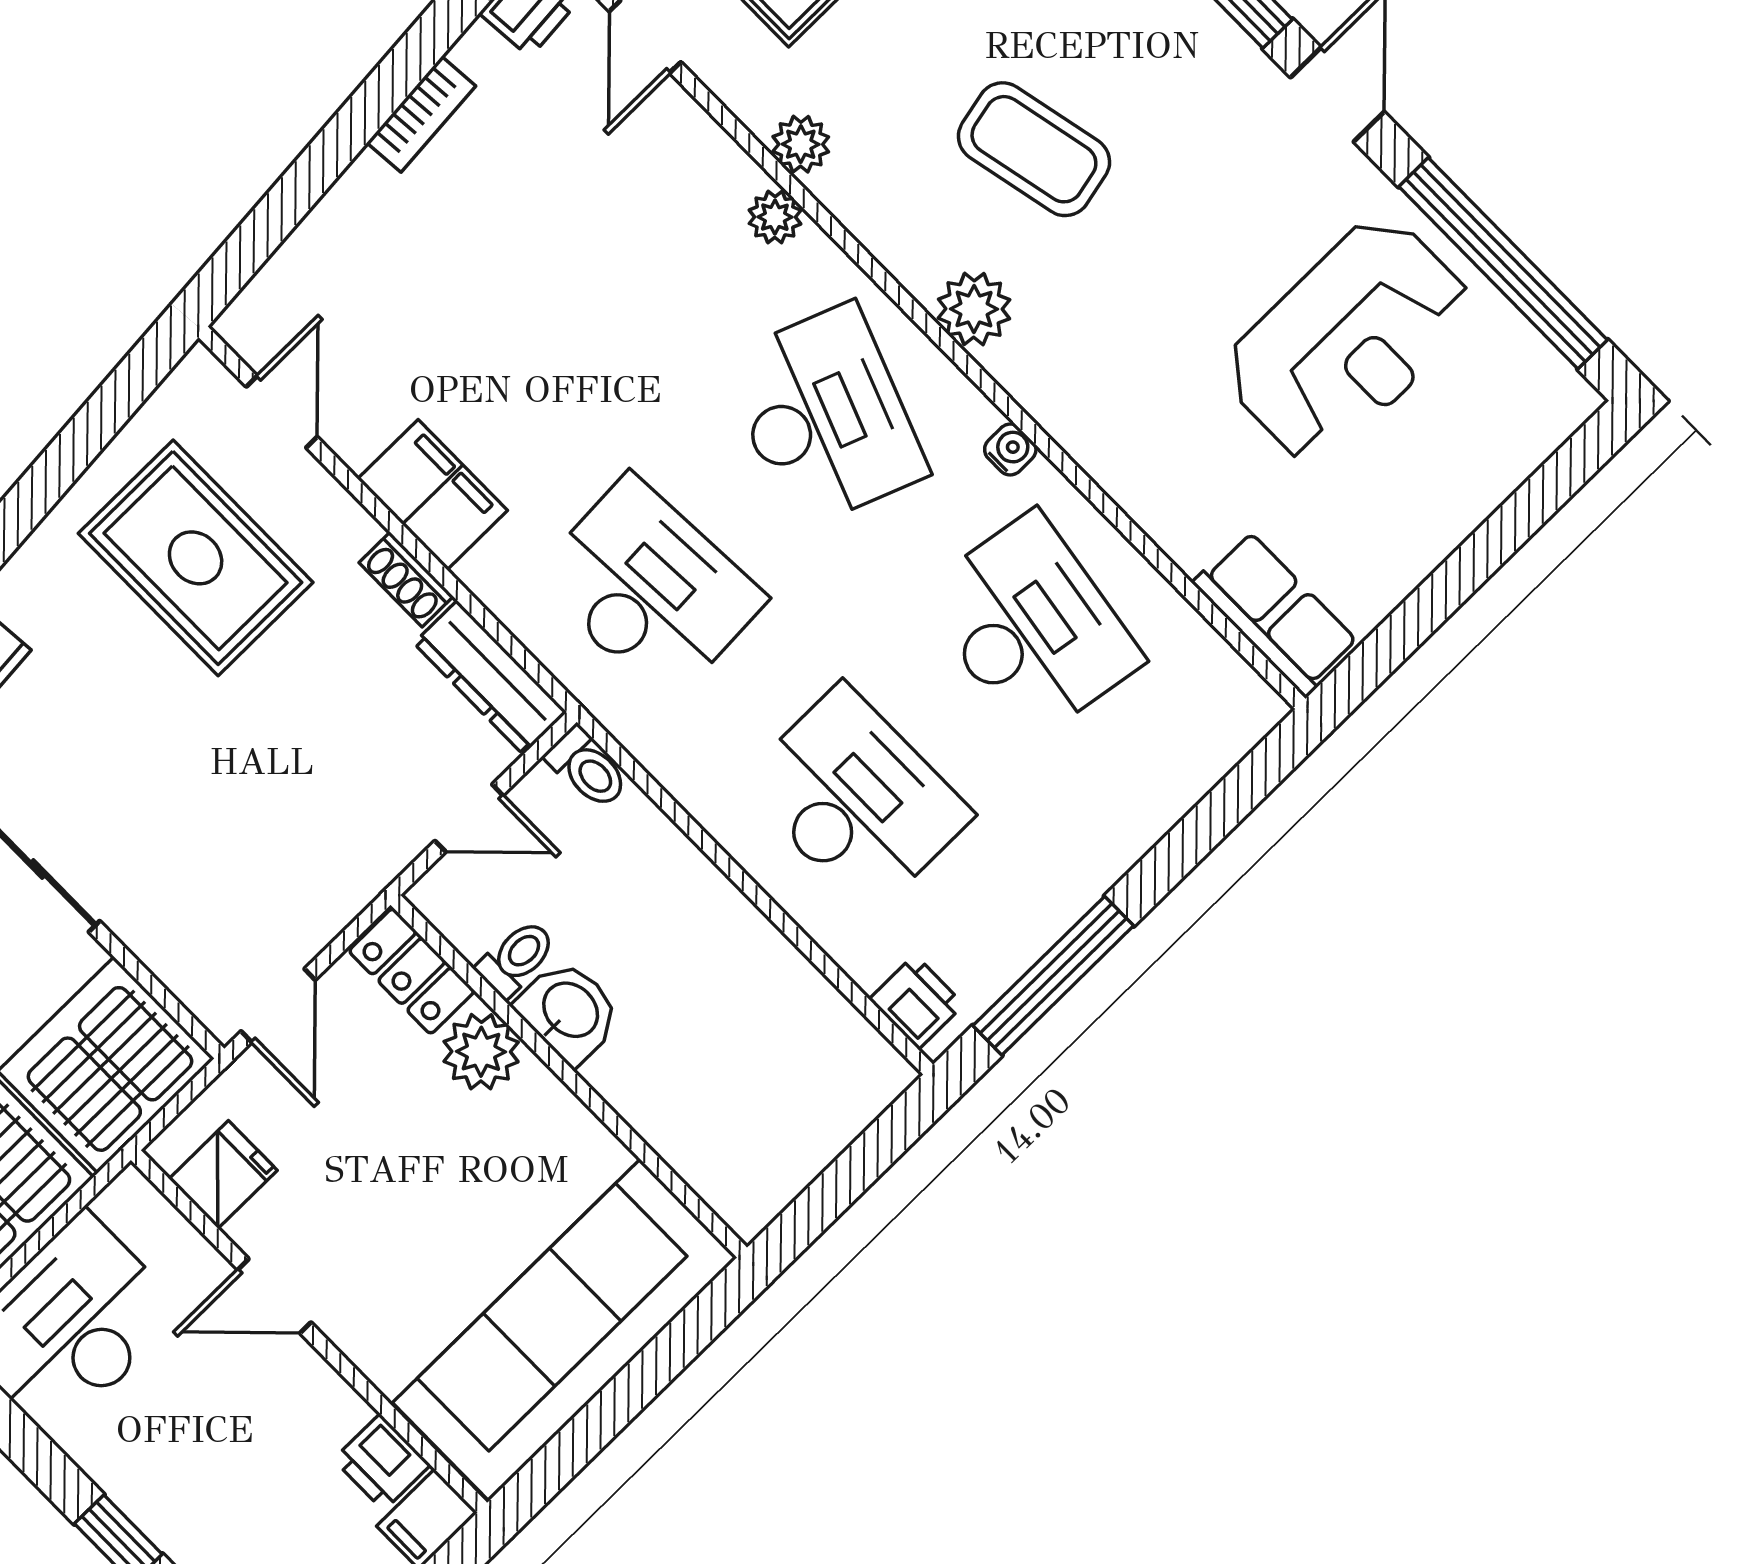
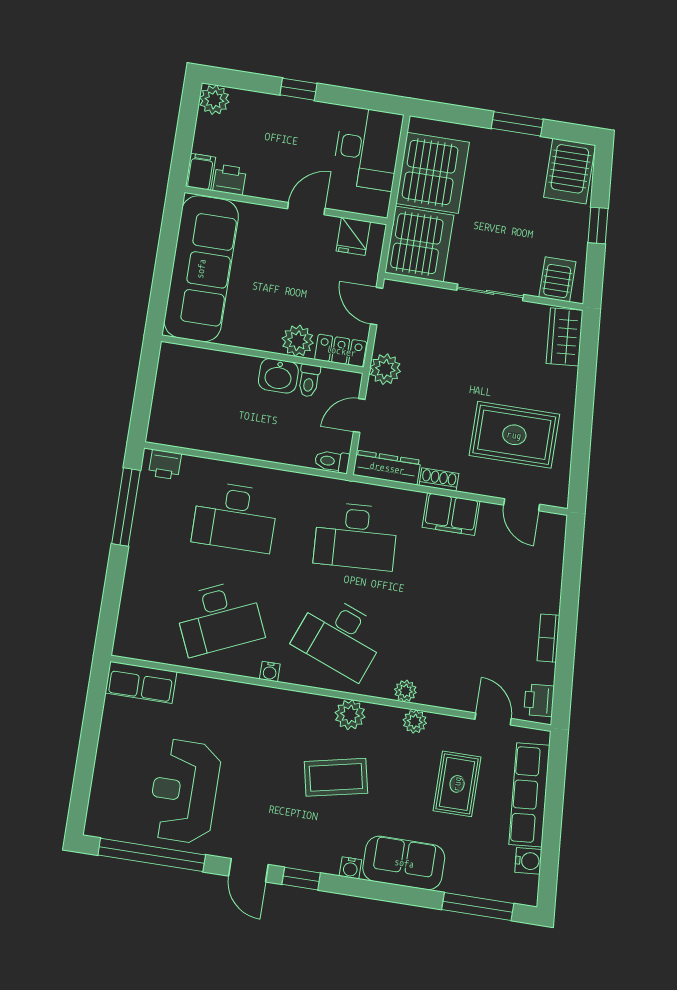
plant: (974, 309) -> (350, 715), moved
desk: (1031, 627) -> (219, 618), turned -33
plant: (352, 871) -> (385, 369), added

